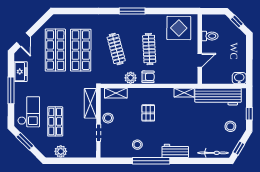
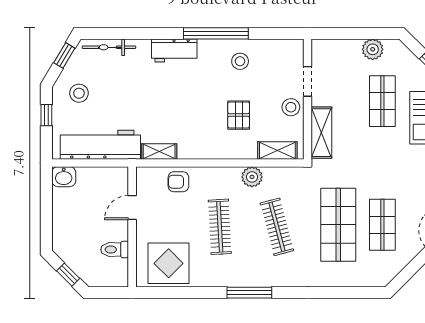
shop shelf: (55, 50) -> (382, 225), width x0.70, depth x0.74
armchair: (148, 77) -> (178, 182), moved
pallet: (148, 113) -> (239, 115), moved

